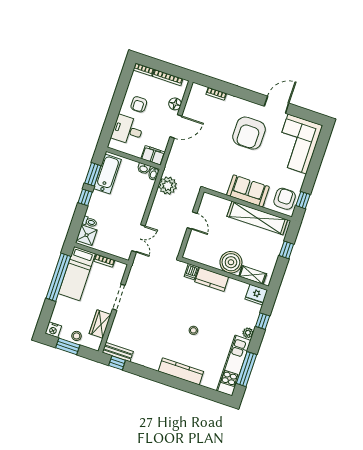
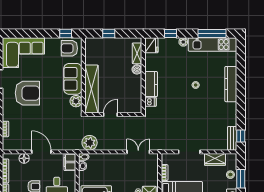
plant: (221, 186) -> (76, 101), added
shelving: (257, 218) -> (91, 89), moved
boiler: (231, 262) -> (137, 69), width x0.54, depth x0.54

